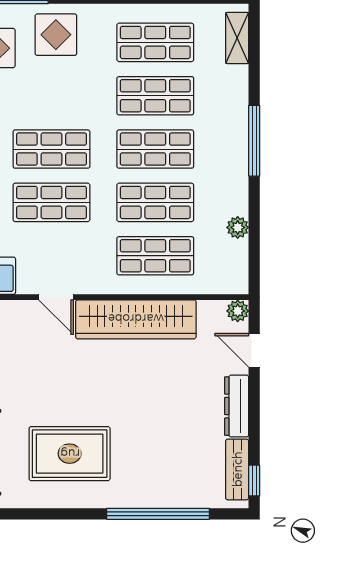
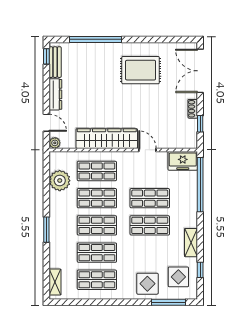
window: (254, 141) -> (46, 230), width x0.69
plant: (238, 227) -> (60, 181), width x1.88, depth x1.88

